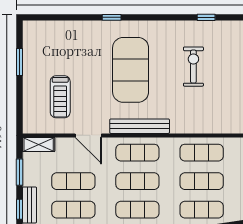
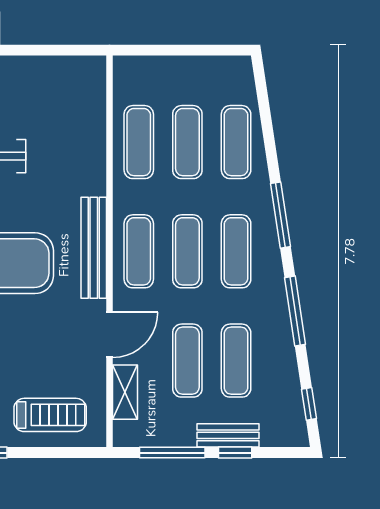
treadmill: (60, 97) -> (50, 415), moved
shelving: (39, 144) -> (125, 392), moved
window: (19, 172) -> (172, 453), width x1.44

